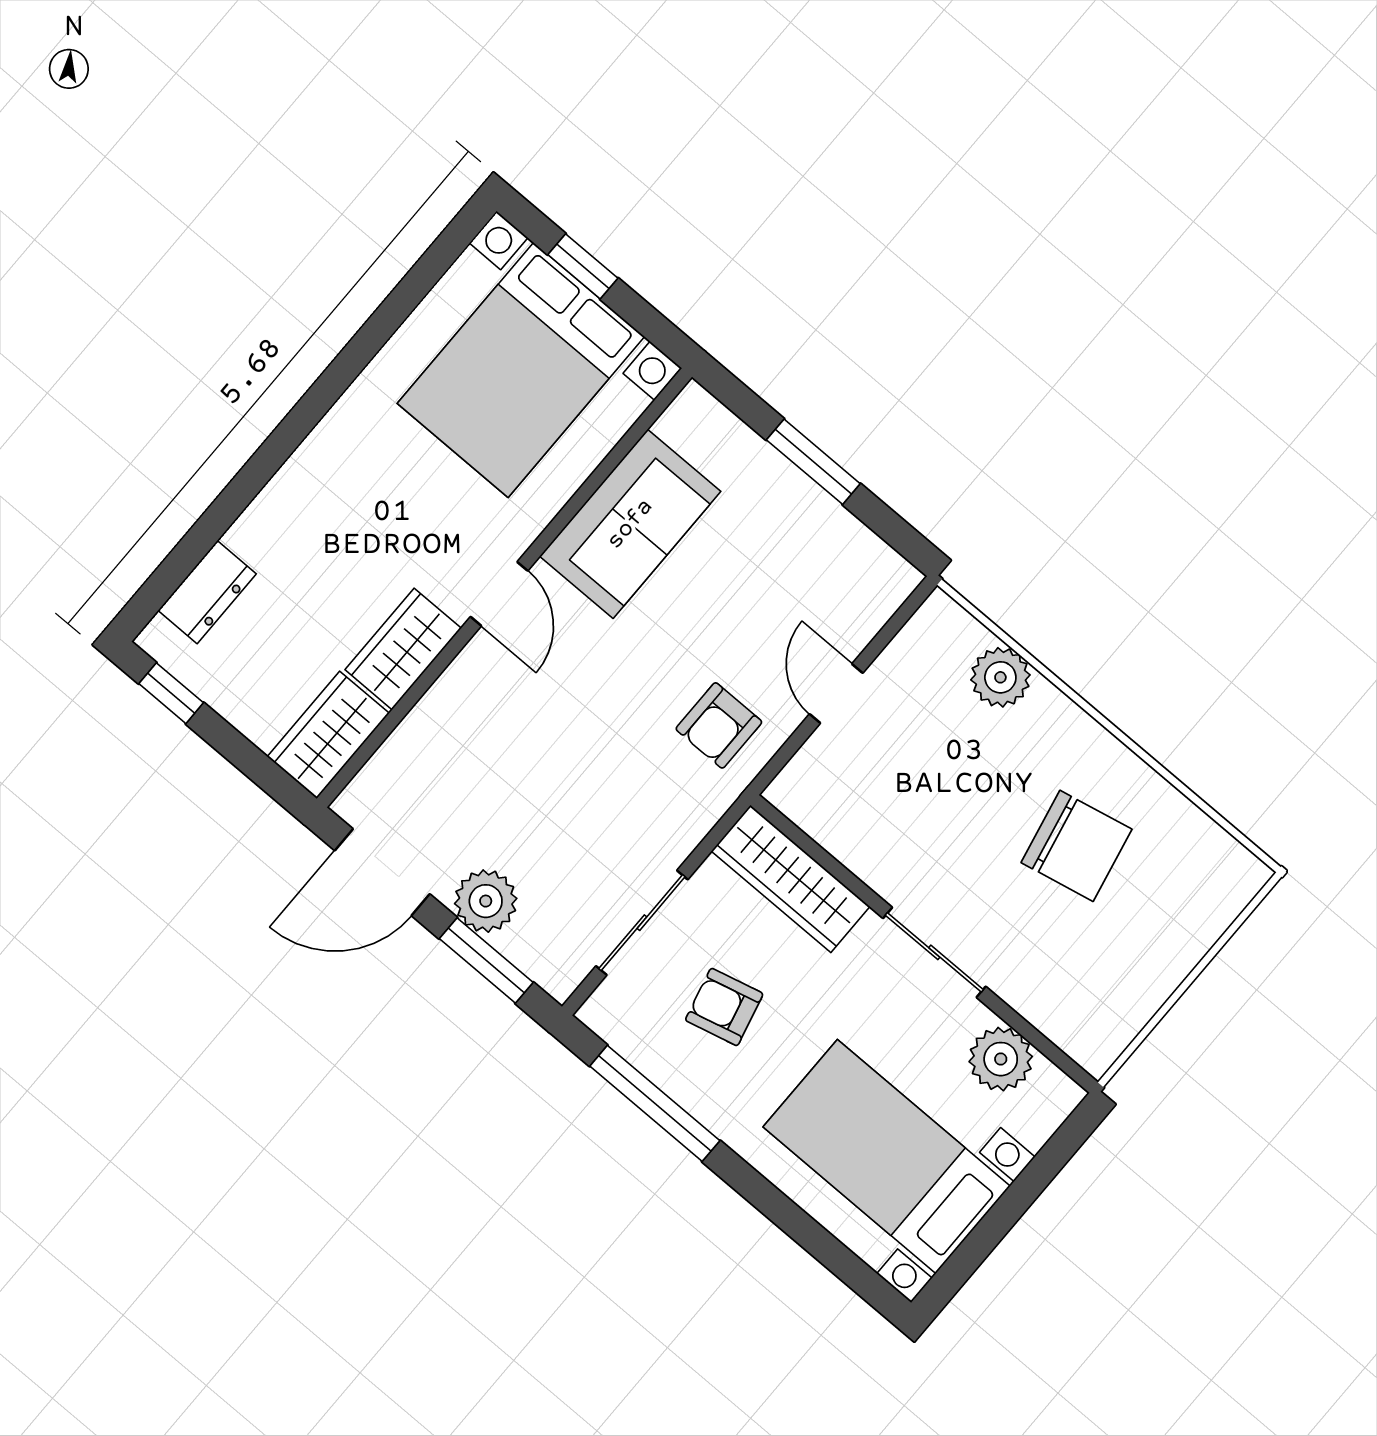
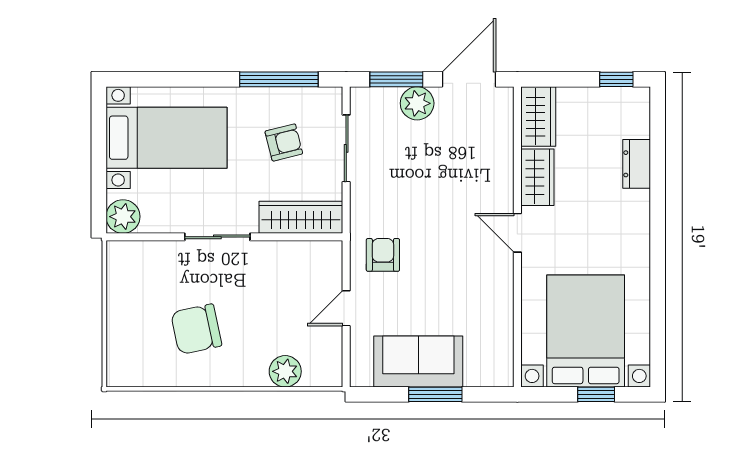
sofa: (630, 524) -> (418, 362), moved, turned 90
dresser: (207, 592) -> (637, 164), moved
door: (836, 694) -> (346, 308), swing flipped
plant: (1001, 1059) -> (123, 217), moved

